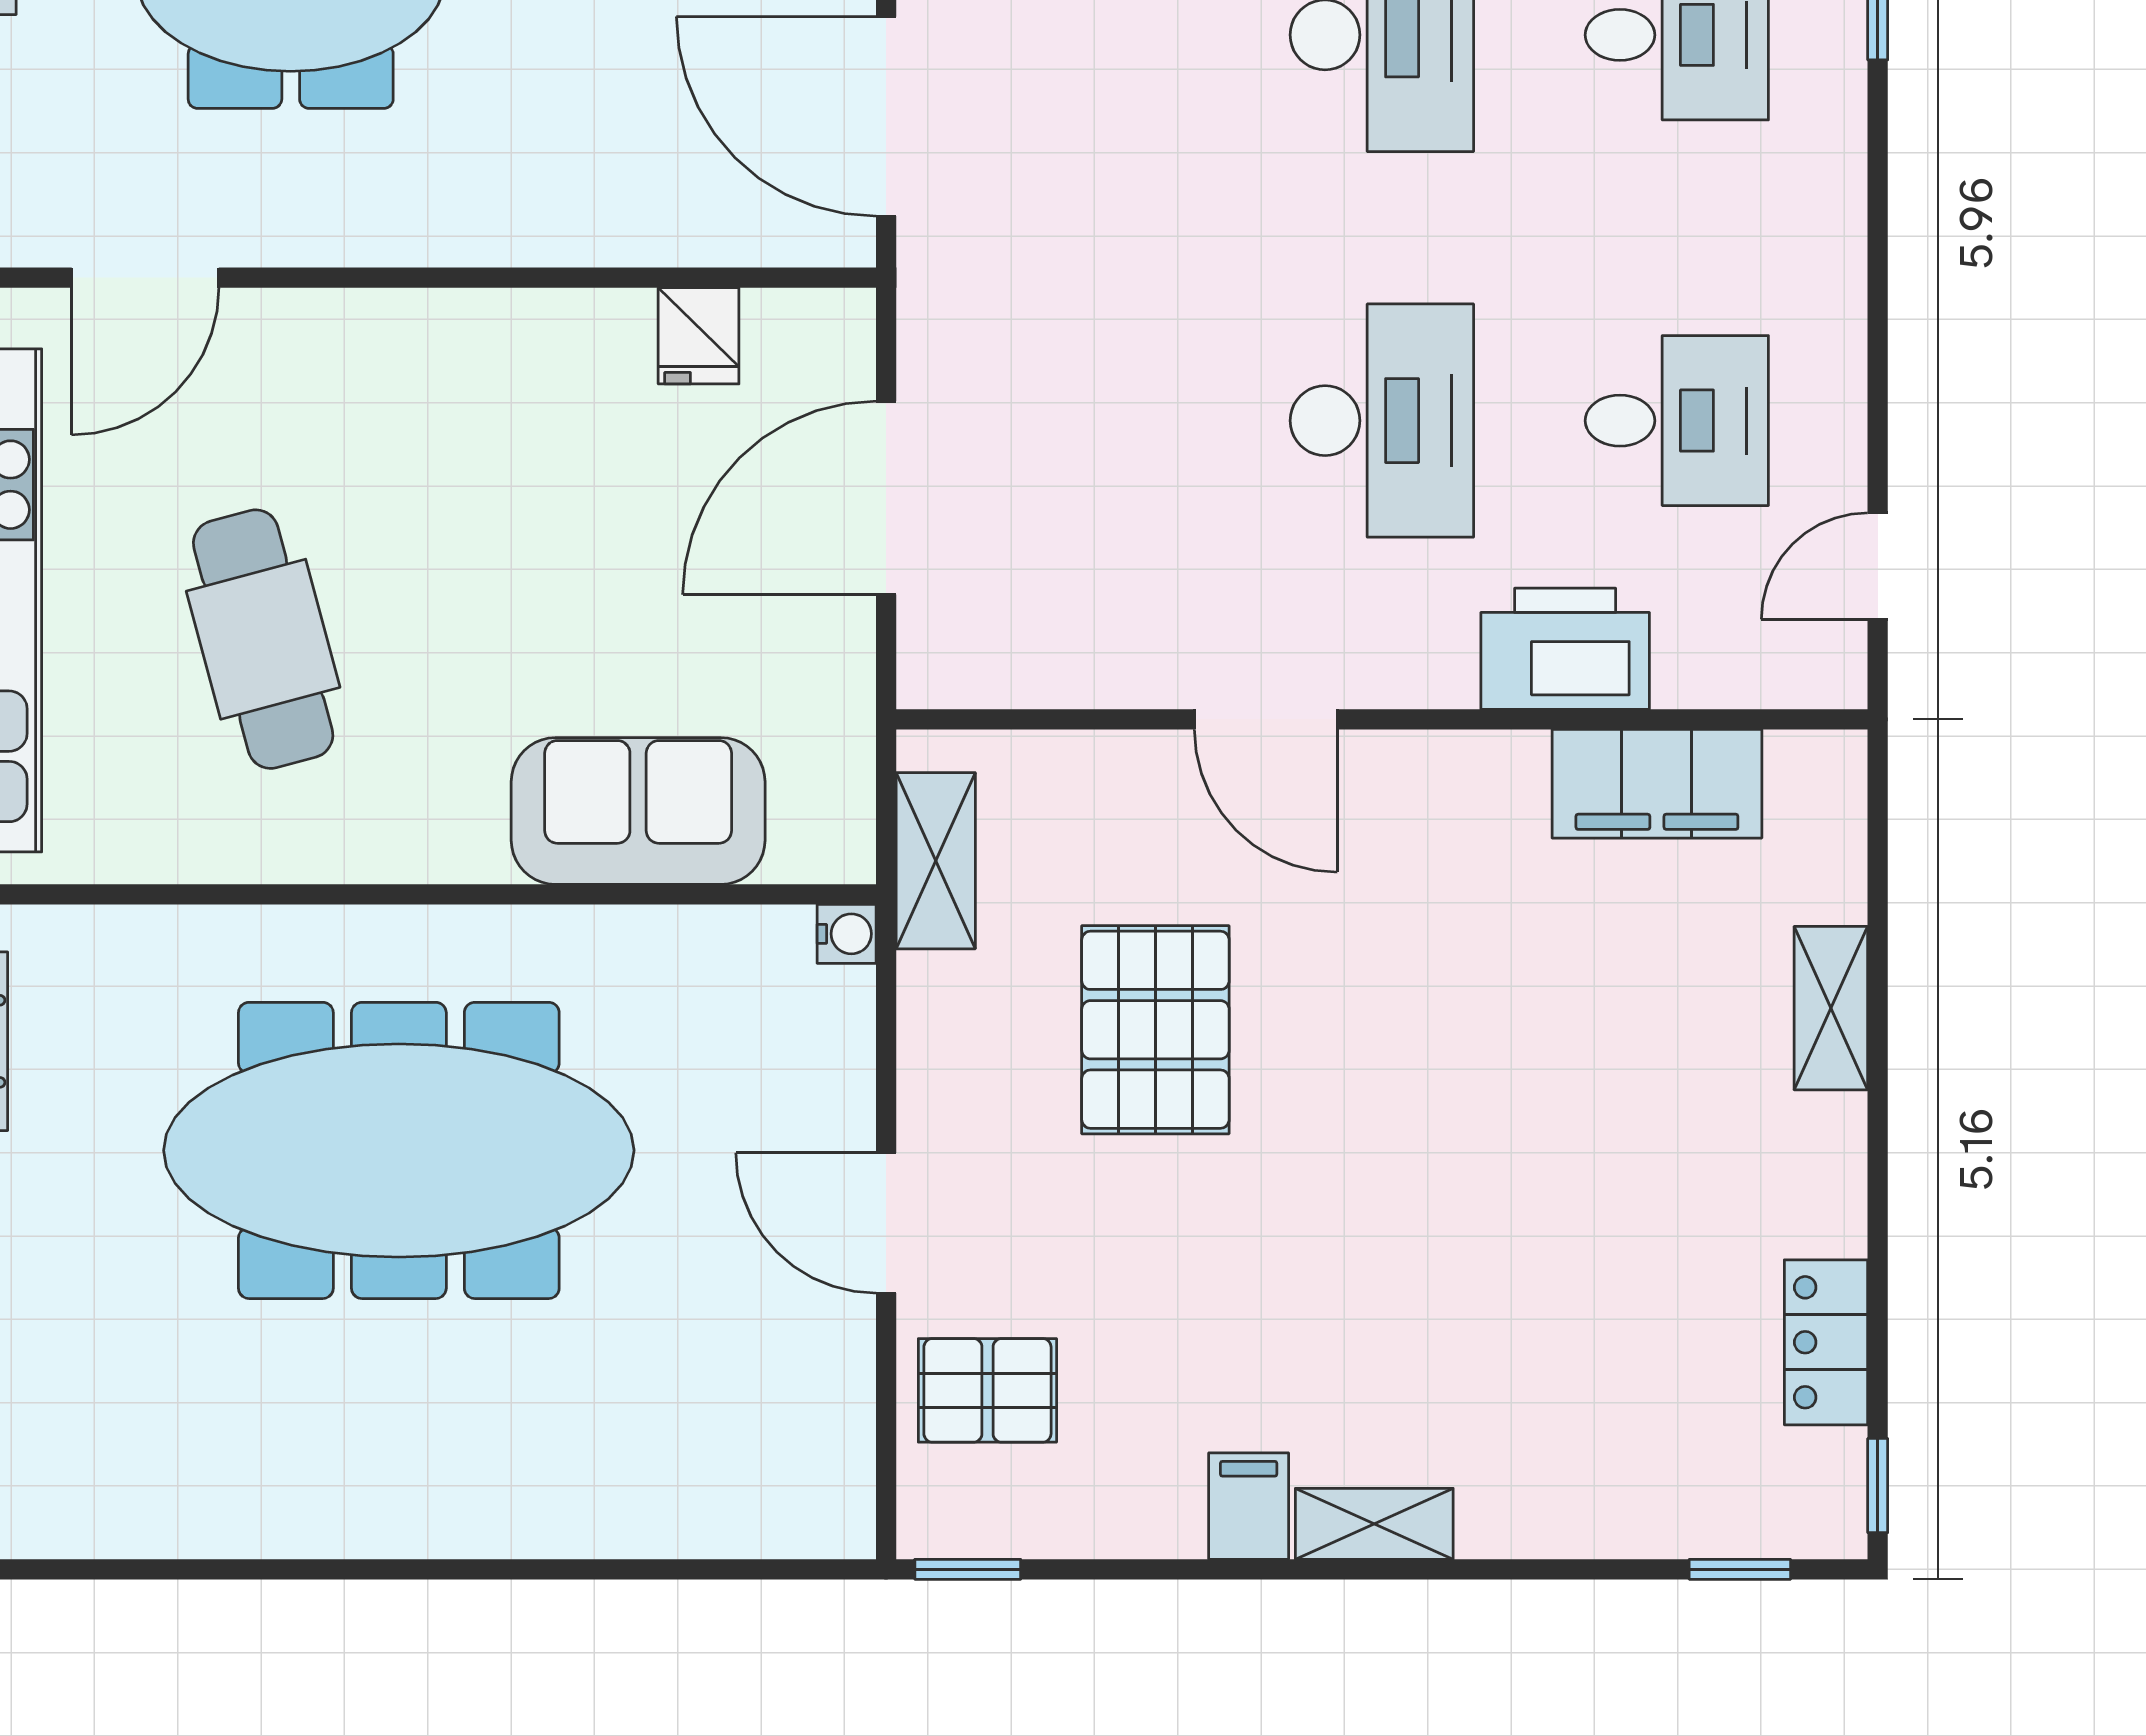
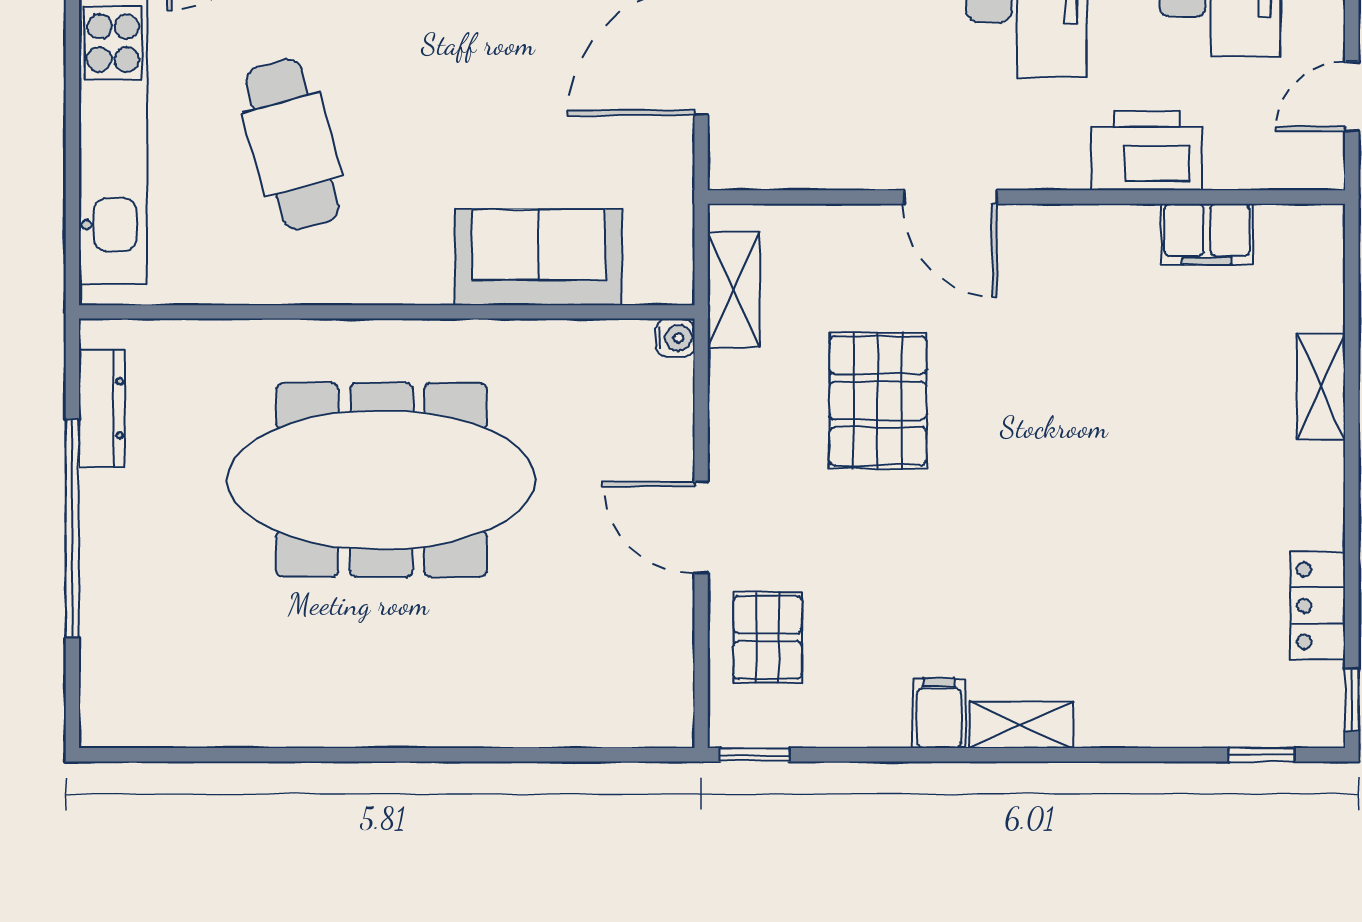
filing cabinet: (1657, 784) -> (1207, 234), width x0.67, depth x0.86
pallet: (987, 1390) -> (768, 637), turned 90

